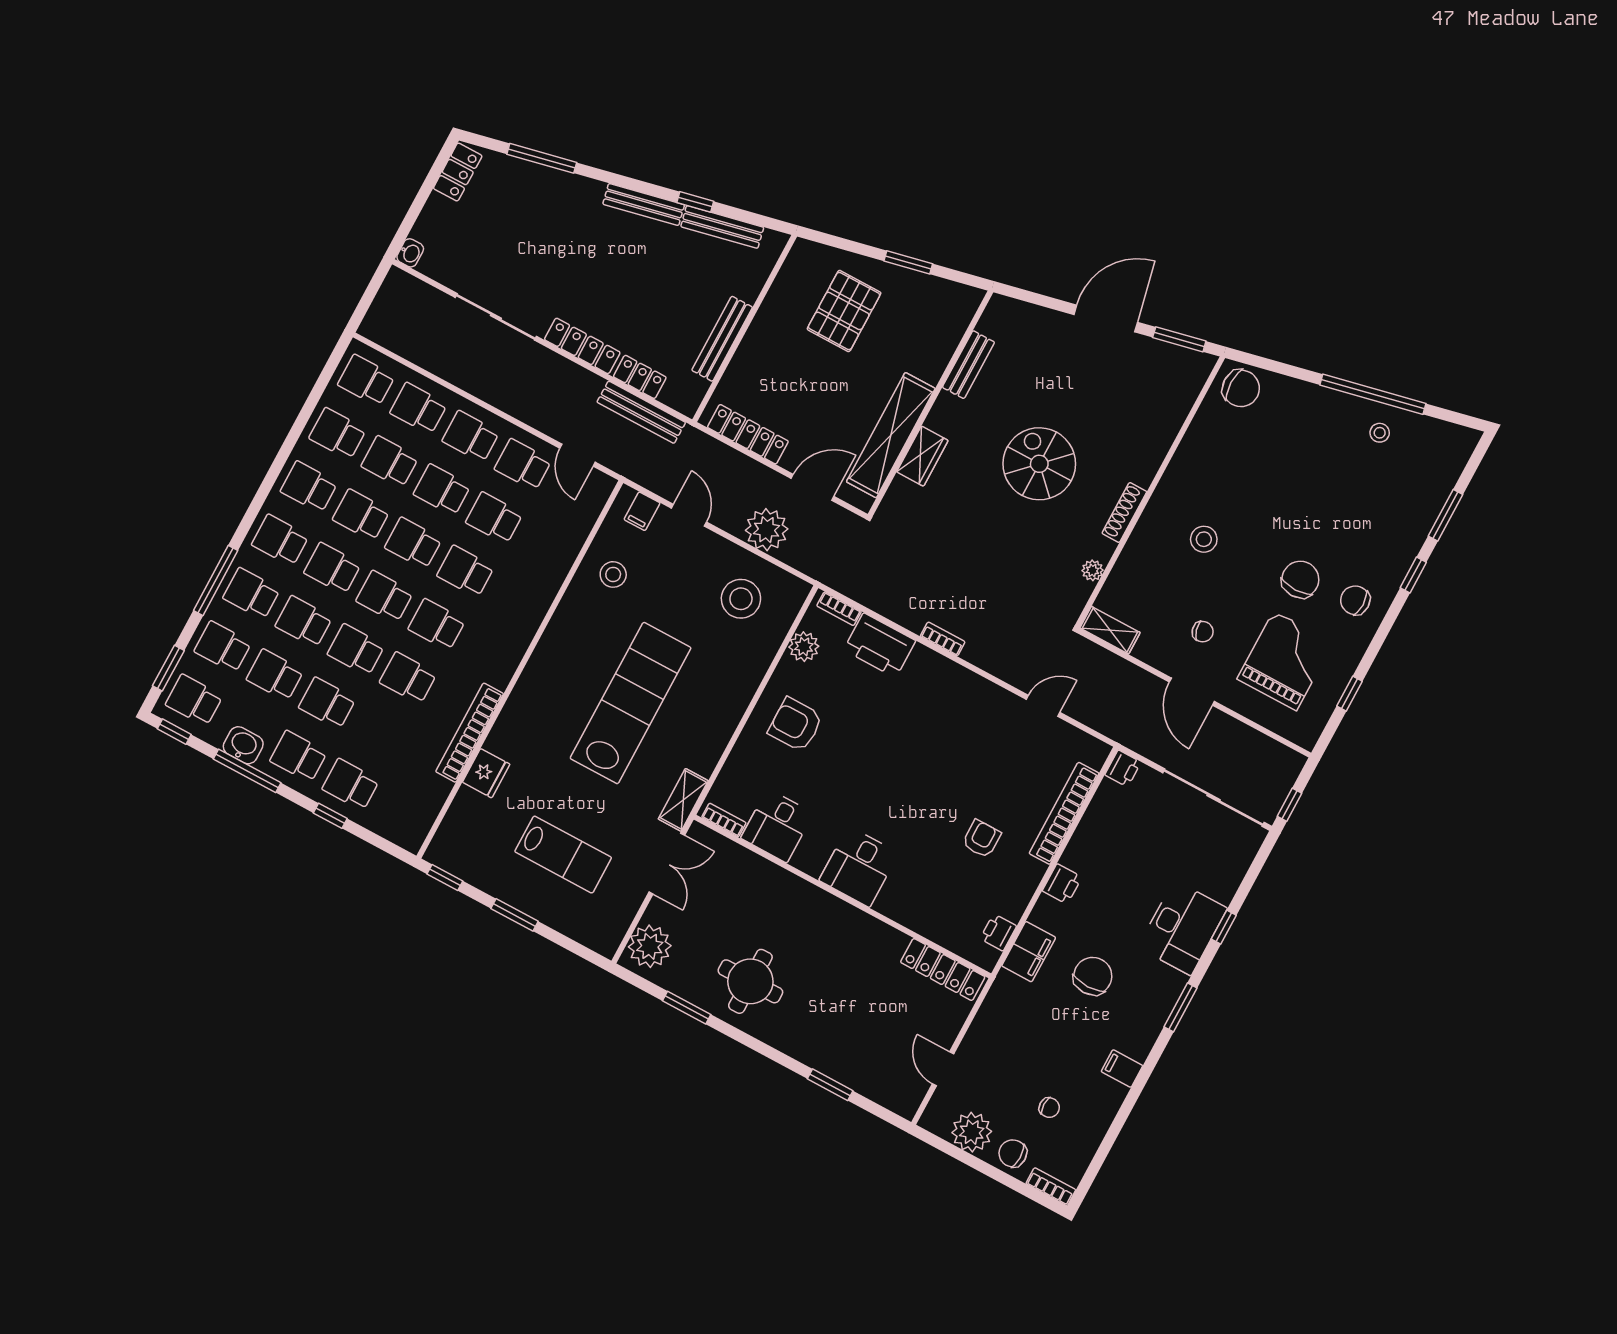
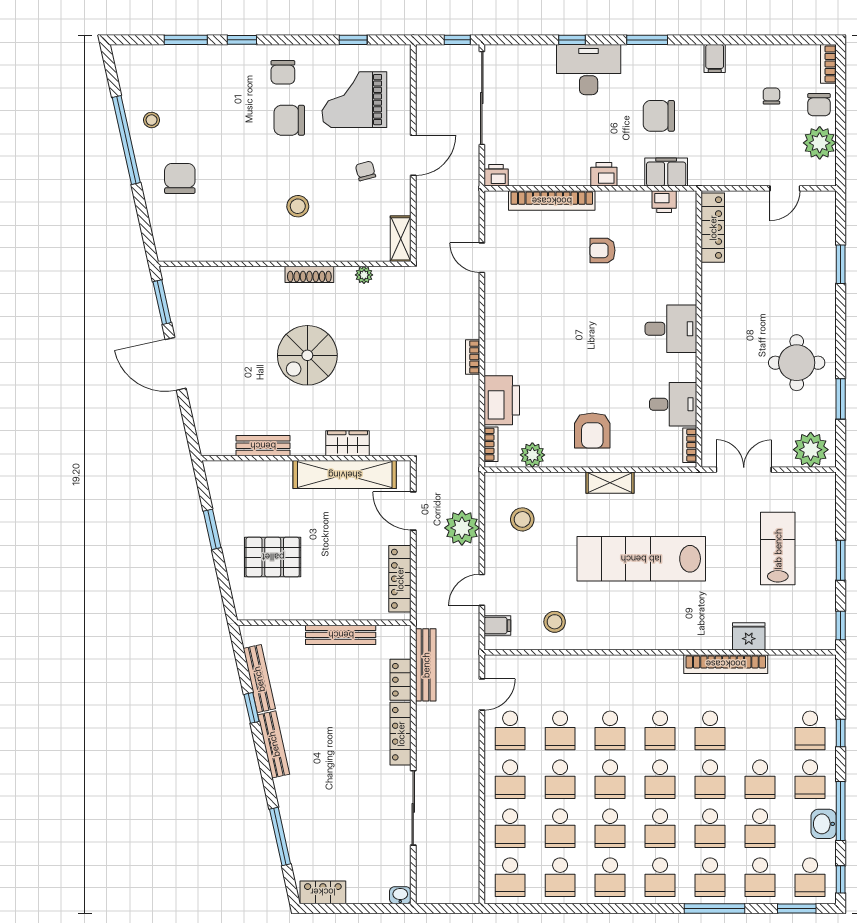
chair: (1241, 388) -> (180, 178), moved
stool: (741, 599) -> (522, 519), width x0.73, depth x0.73
shelving: (683, 800) -> (610, 483), moved

